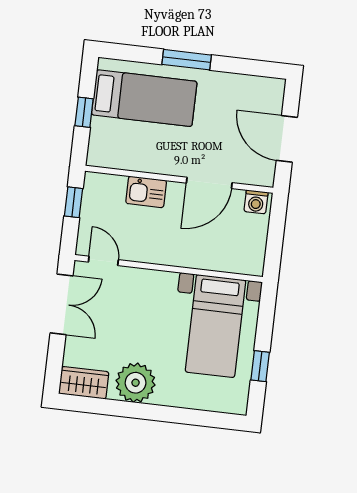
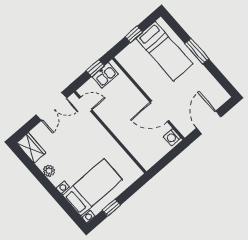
kitchen sink: (146, 192) -> (105, 75), moved, turned -90
door: (103, 261) -> (86, 104), hinge flipped
bed with nightstands: (215, 326) -> (92, 187), moved, turned 180
plant: (136, 383) -> (49, 171), width x0.53, depth x0.53

